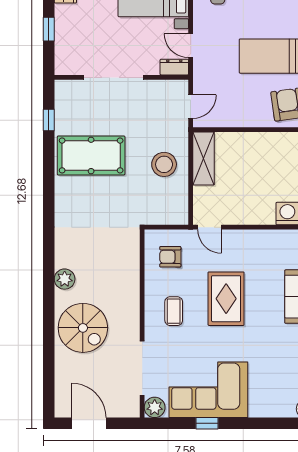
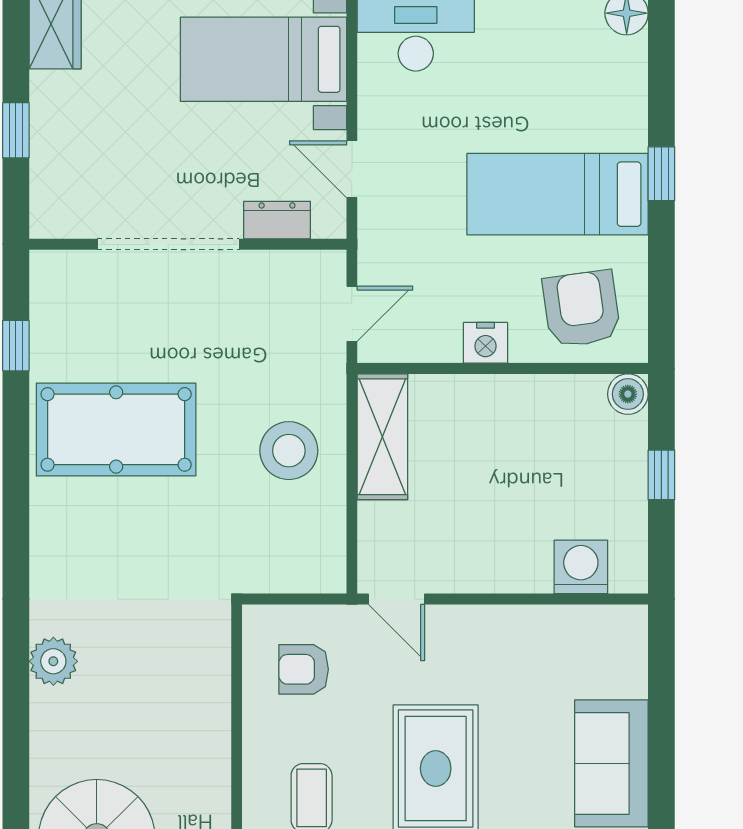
dresser: (174, 67) -> (277, 220), moved
nightstand: (247, 119) -> (486, 343), added
plant: (65, 279) -> (53, 661), moved

